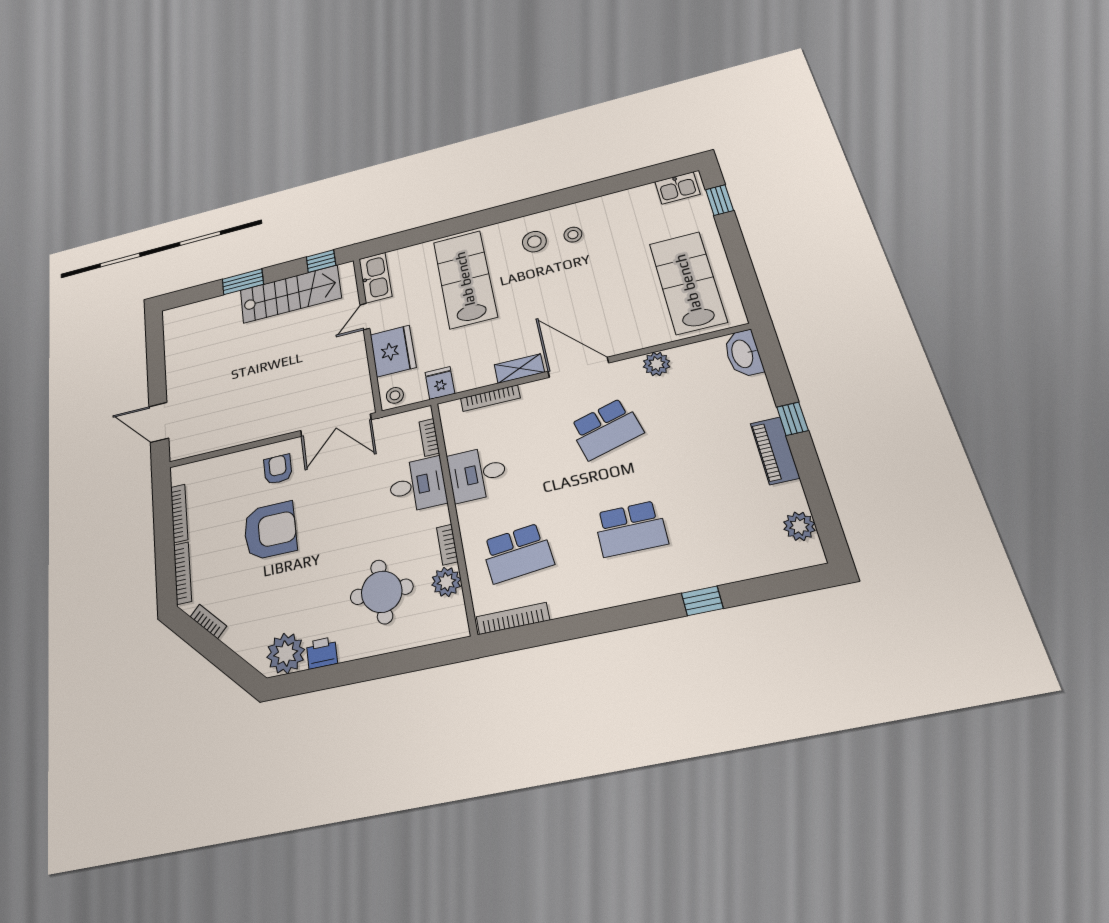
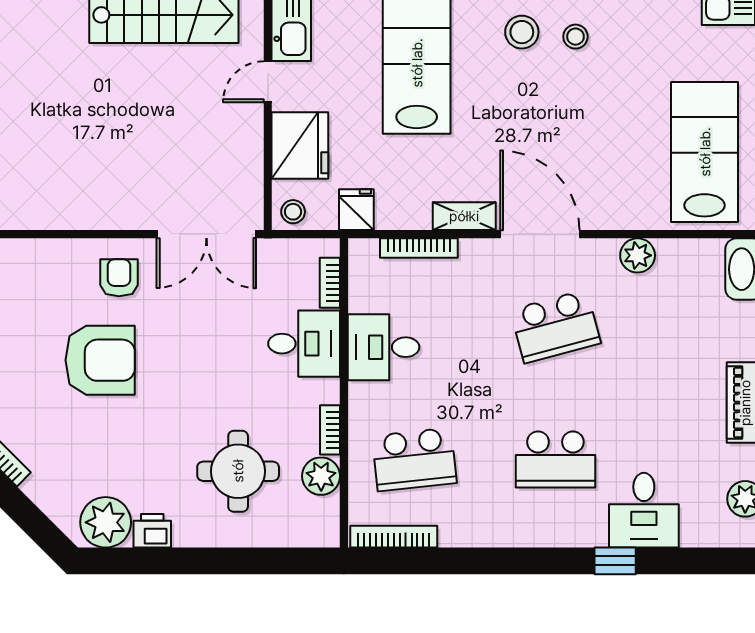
desk: (715, 554) -> (644, 510), added

